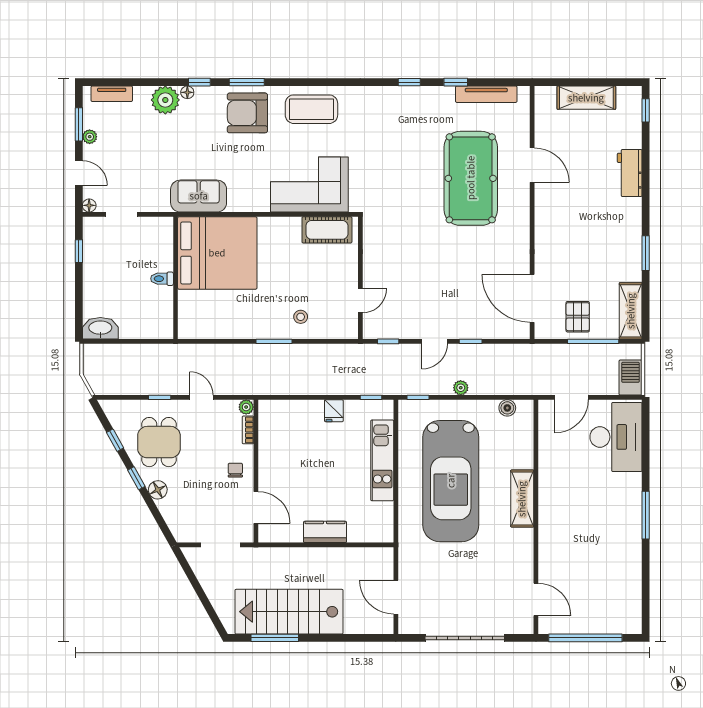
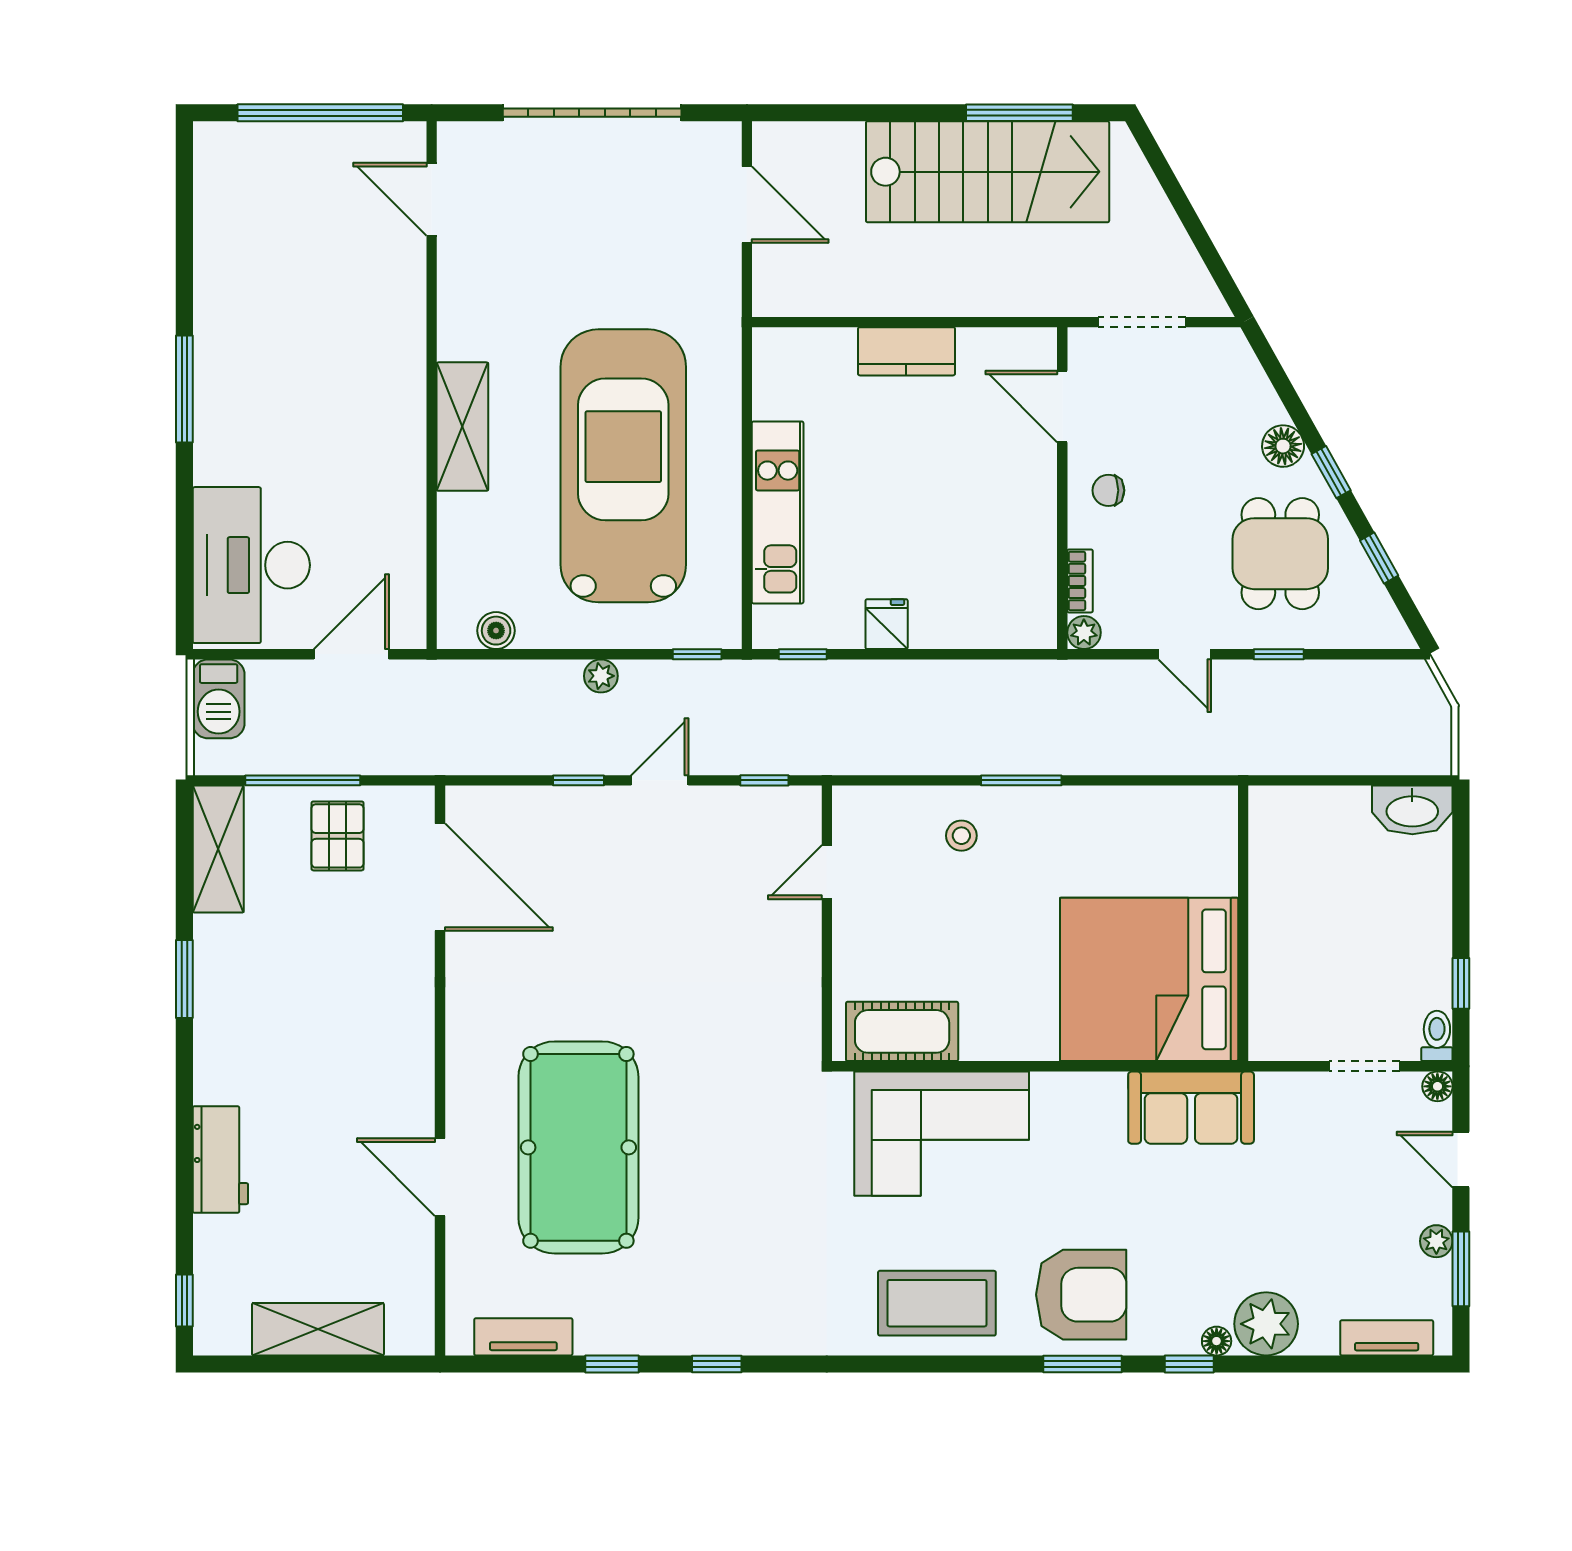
tv unit: (486, 94) -> (523, 1337), width x0.71
toilet: (162, 279) -> (1437, 1036), moved, turned -90
chair: (235, 470) -> (1108, 490), turned 90

